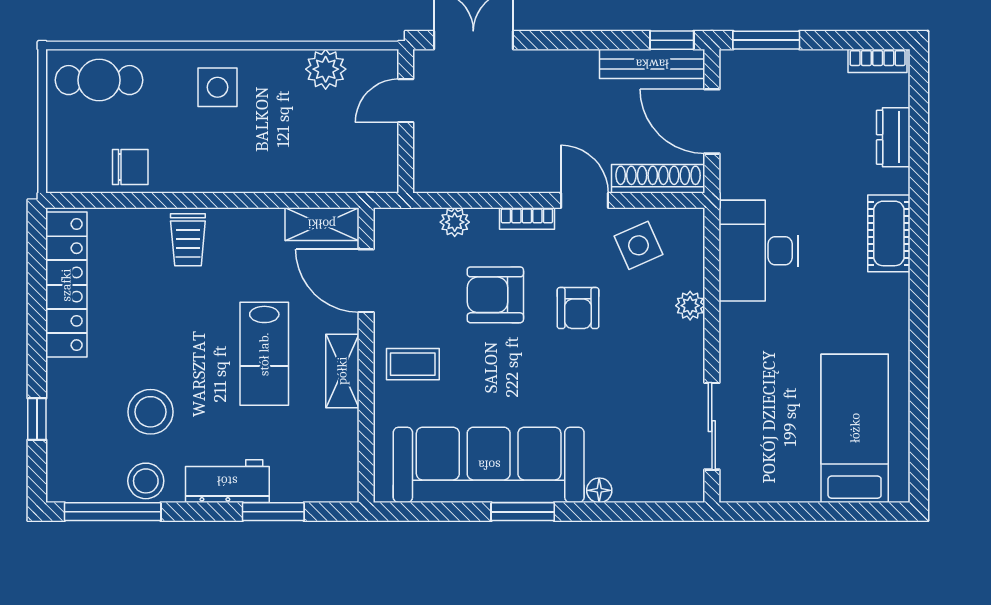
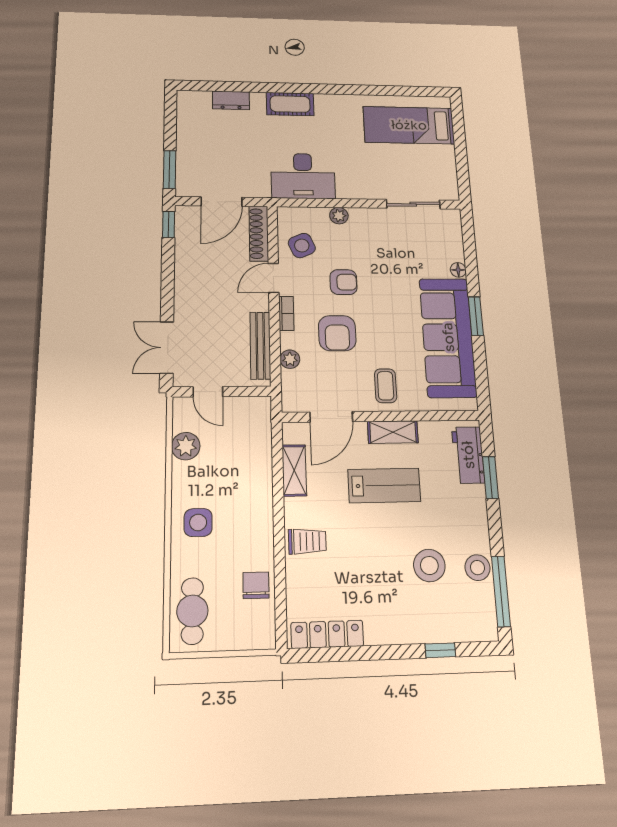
bookcase: (878, 61) -> (183, 108), removed
bench: (652, 64) -> (260, 345), moved
shelving: (322, 224) -> (294, 470), moved
locker: (66, 285) -> (327, 634), width x0.71, depth x0.83
workbench: (227, 481) -> (468, 455), moved

